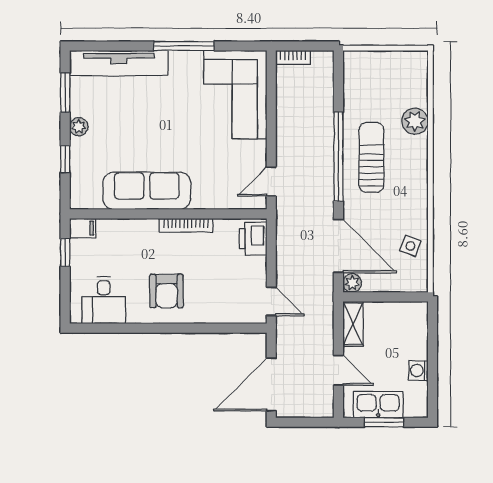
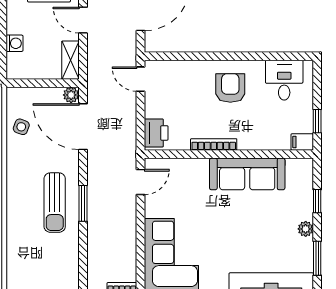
plant: (415, 121) -> (17, 234), removed
window: (338, 157) -> (83, 203), width x0.47
washing machine: (418, 371) -> (14, 43), moved

